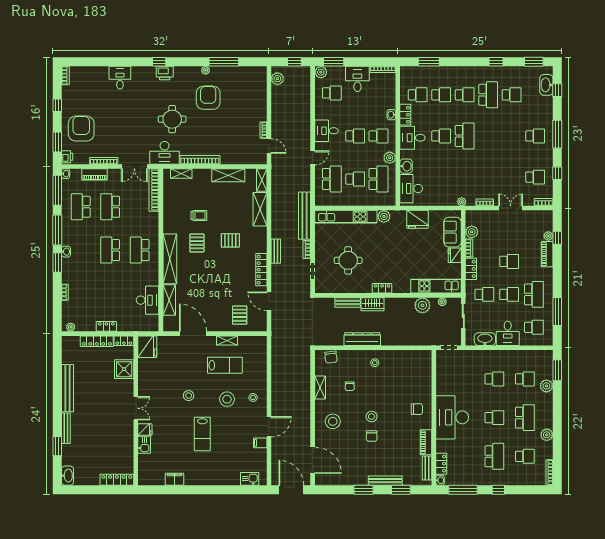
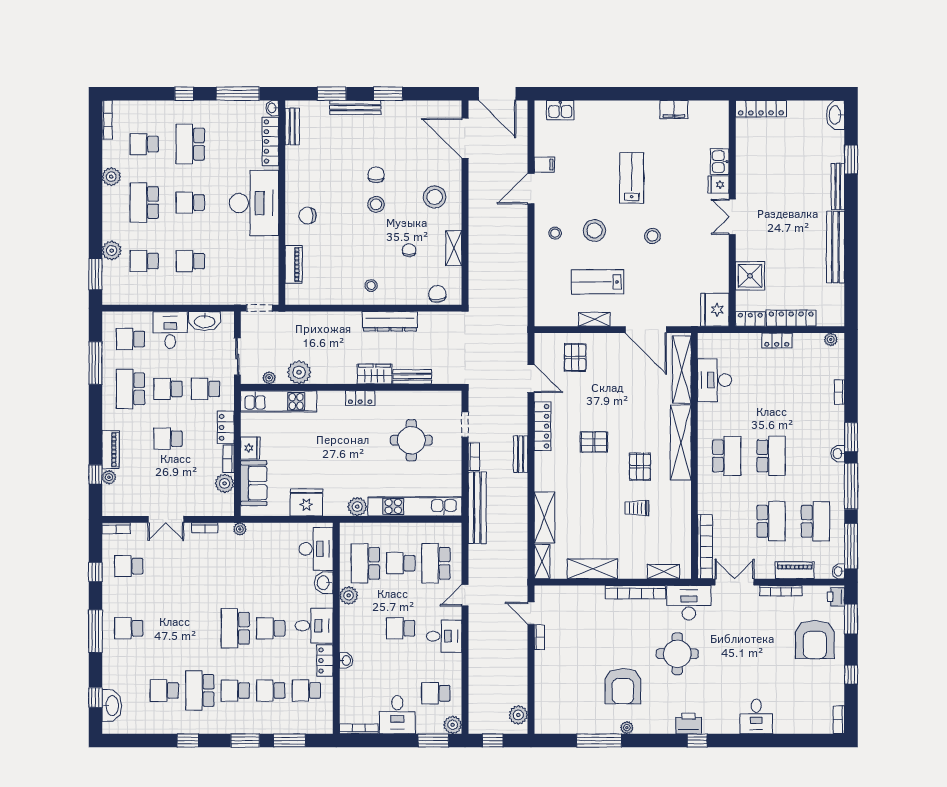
window: (534, 62) -> (245, 740), moved
school desk: (379, 136) -> (365, 628), removed
pallet: (230, 240) -> (594, 442), moved
shelving: (169, 300) -> (682, 370), width x1.47
piano: (426, 442) -> (294, 264), moved
locker: (441, 464) -> (270, 141), width x1.53

